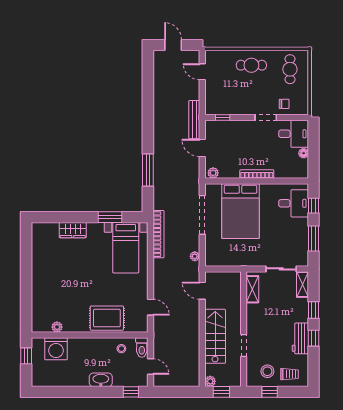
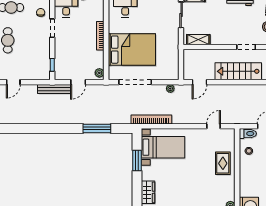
rug: (107, 318) -> (223, 163), width x0.73, depth x0.70

